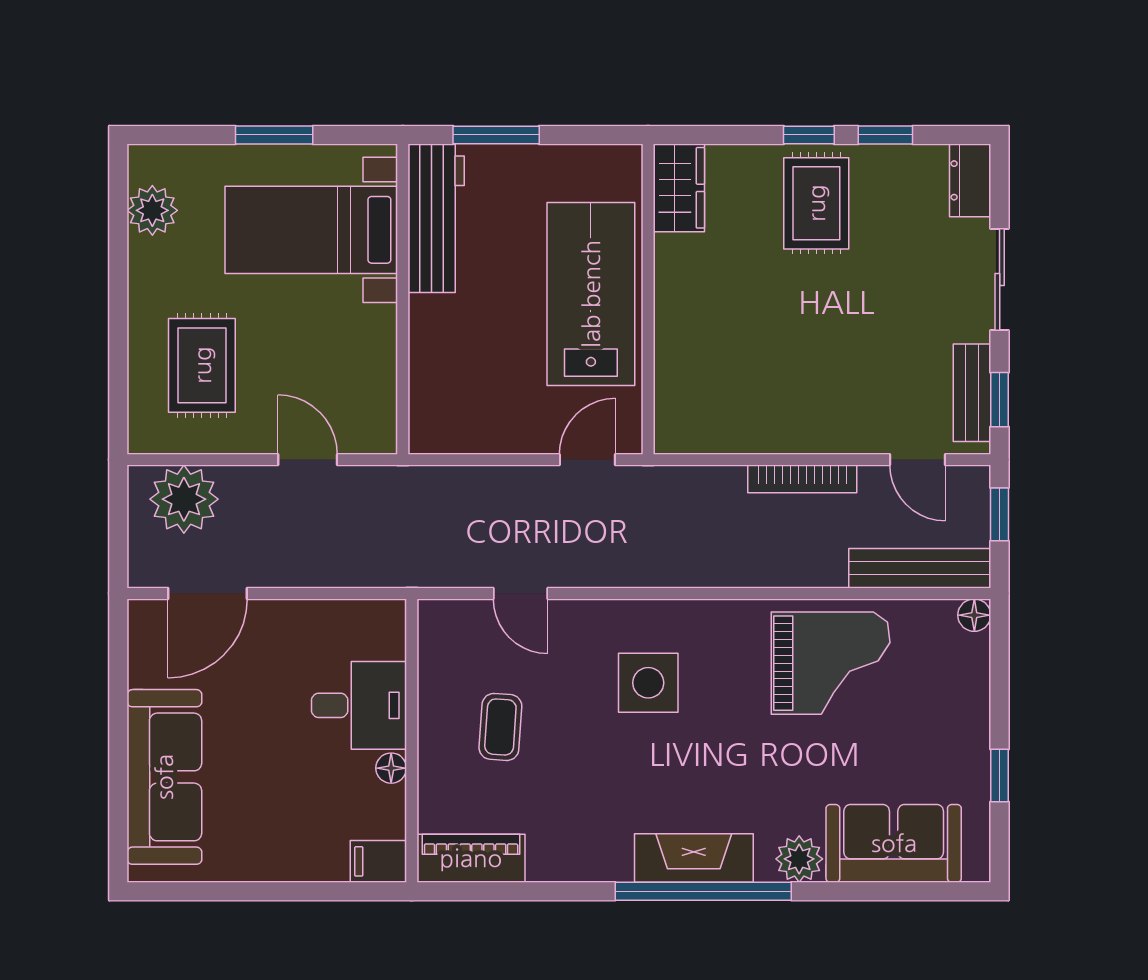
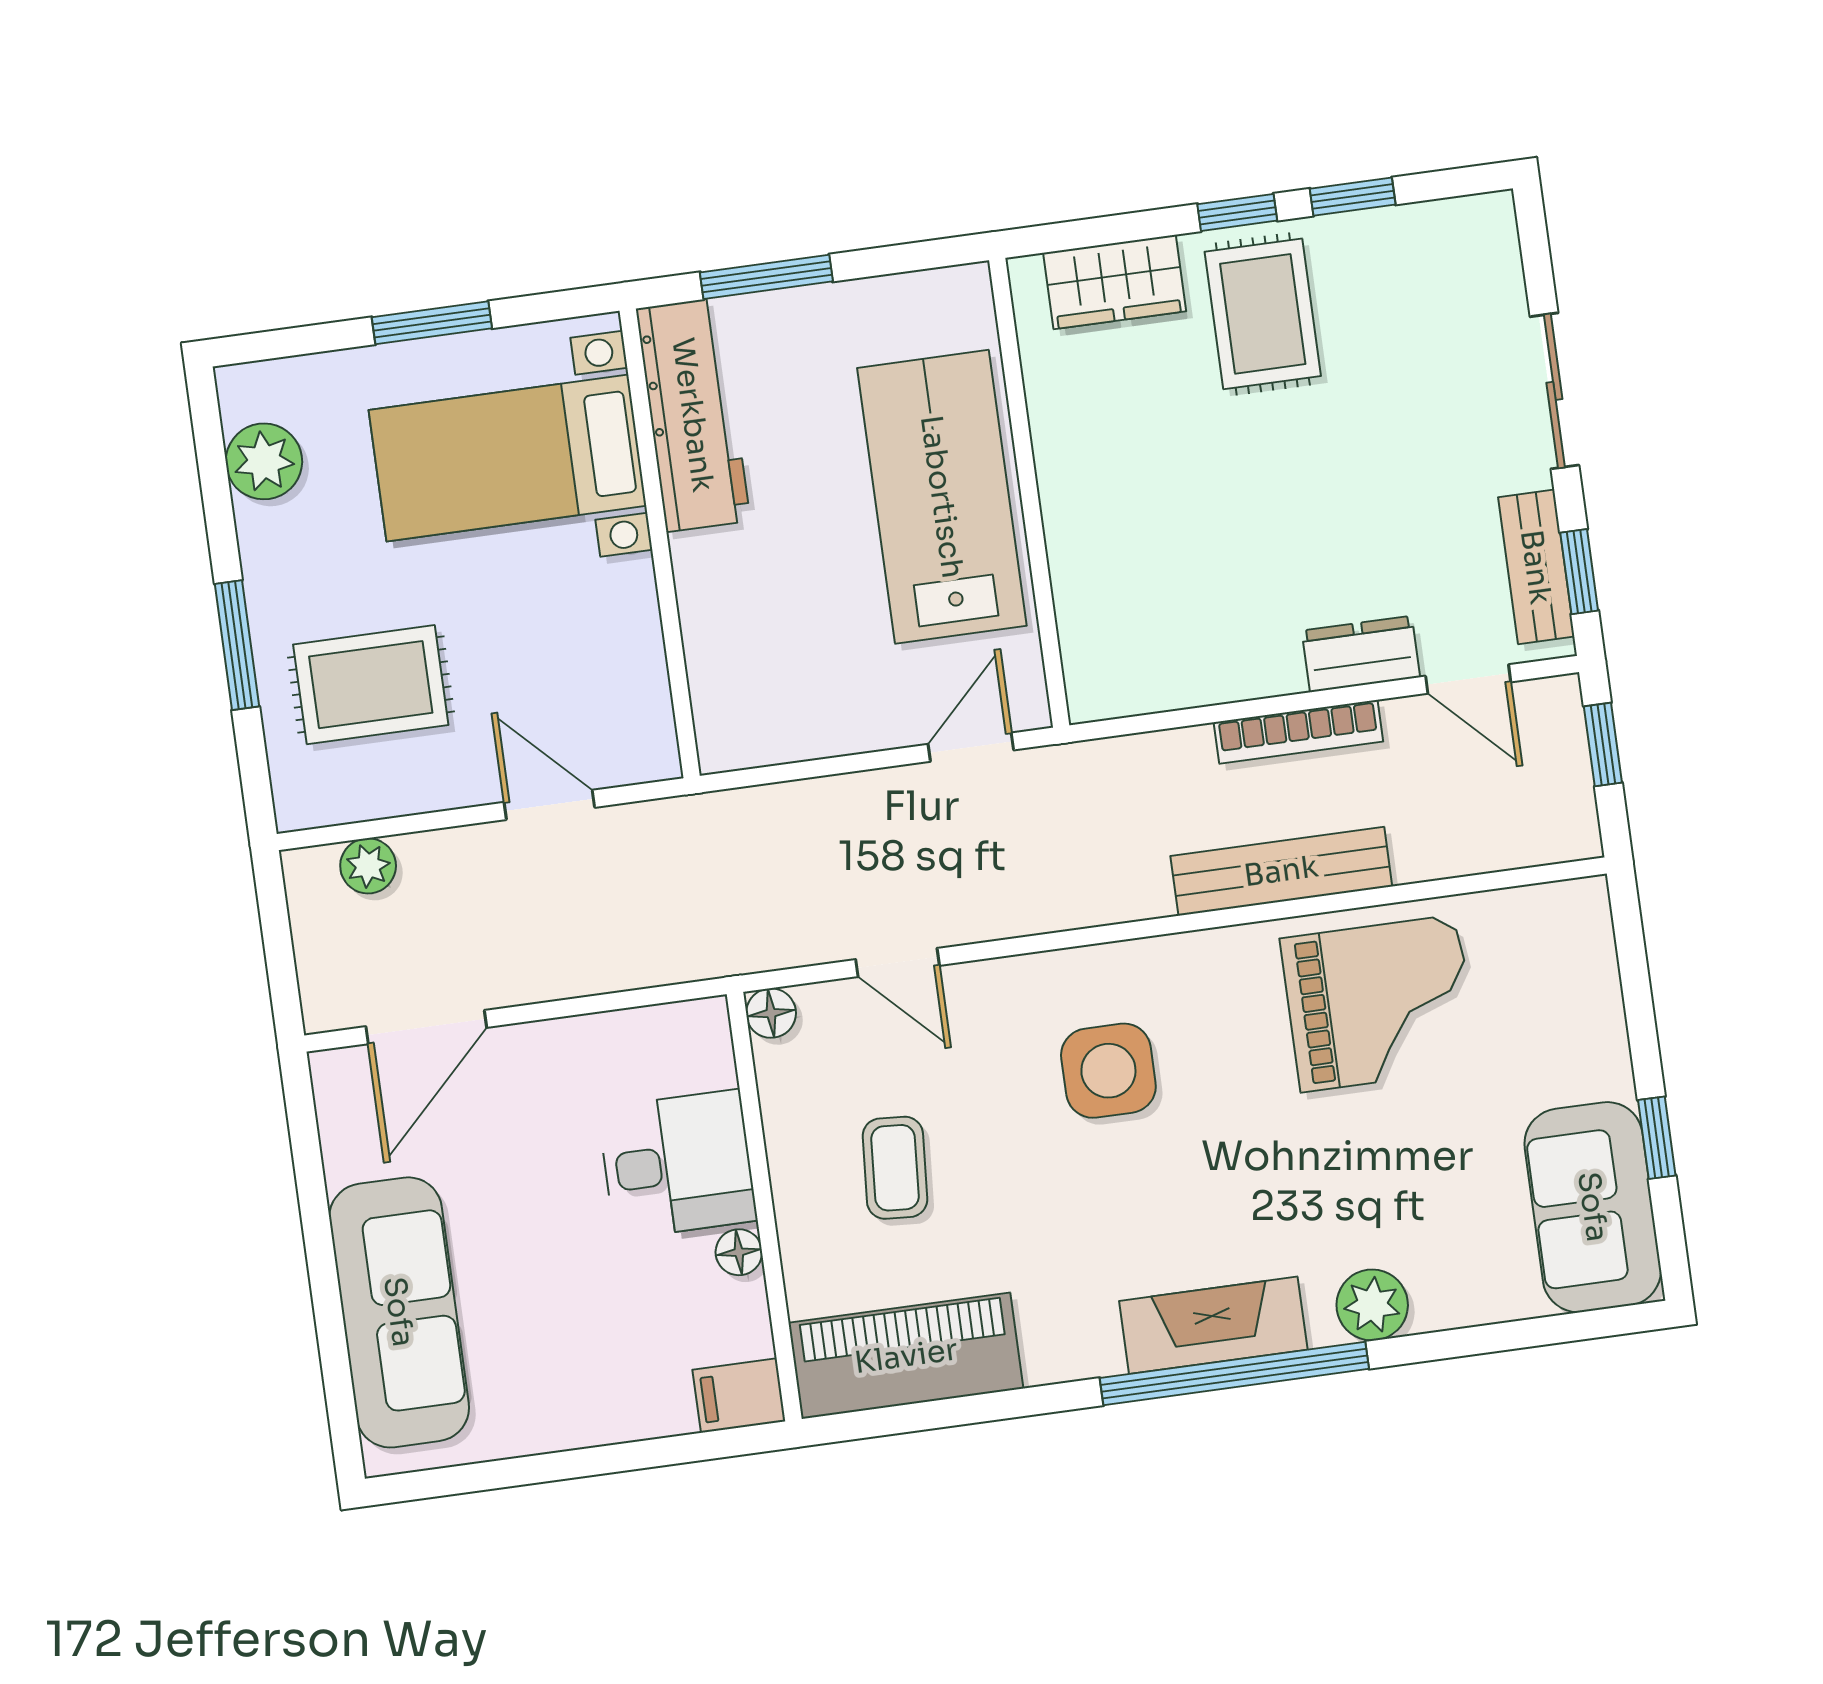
dresser: (970, 180) -> (1361, 654), moved, turned 90
wardrobe: (679, 188) -> (1115, 282), moved, turned 90
window: (118, 328) -> (237, 645), added
rug: (202, 365) -> (371, 685), turned 90
plant: (184, 499) -> (368, 866), width x0.53, depth x0.53
bench: (920, 568) -> (1281, 871), moved
floor lamp: (974, 615) -> (771, 1013), moved
sofa: (894, 843) -> (1593, 1207), moved, turned -90
piano: (471, 858) -> (906, 1356), width x1.37, depth x1.33

